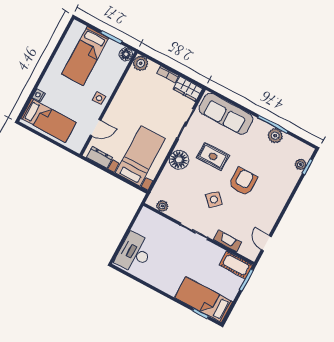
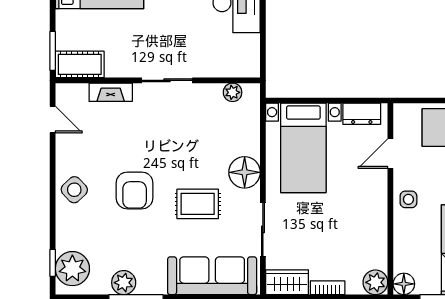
plant: (301, 164) -> (72, 269), width x1.87, depth x1.87
side table: (214, 200) -> (74, 190), moved

